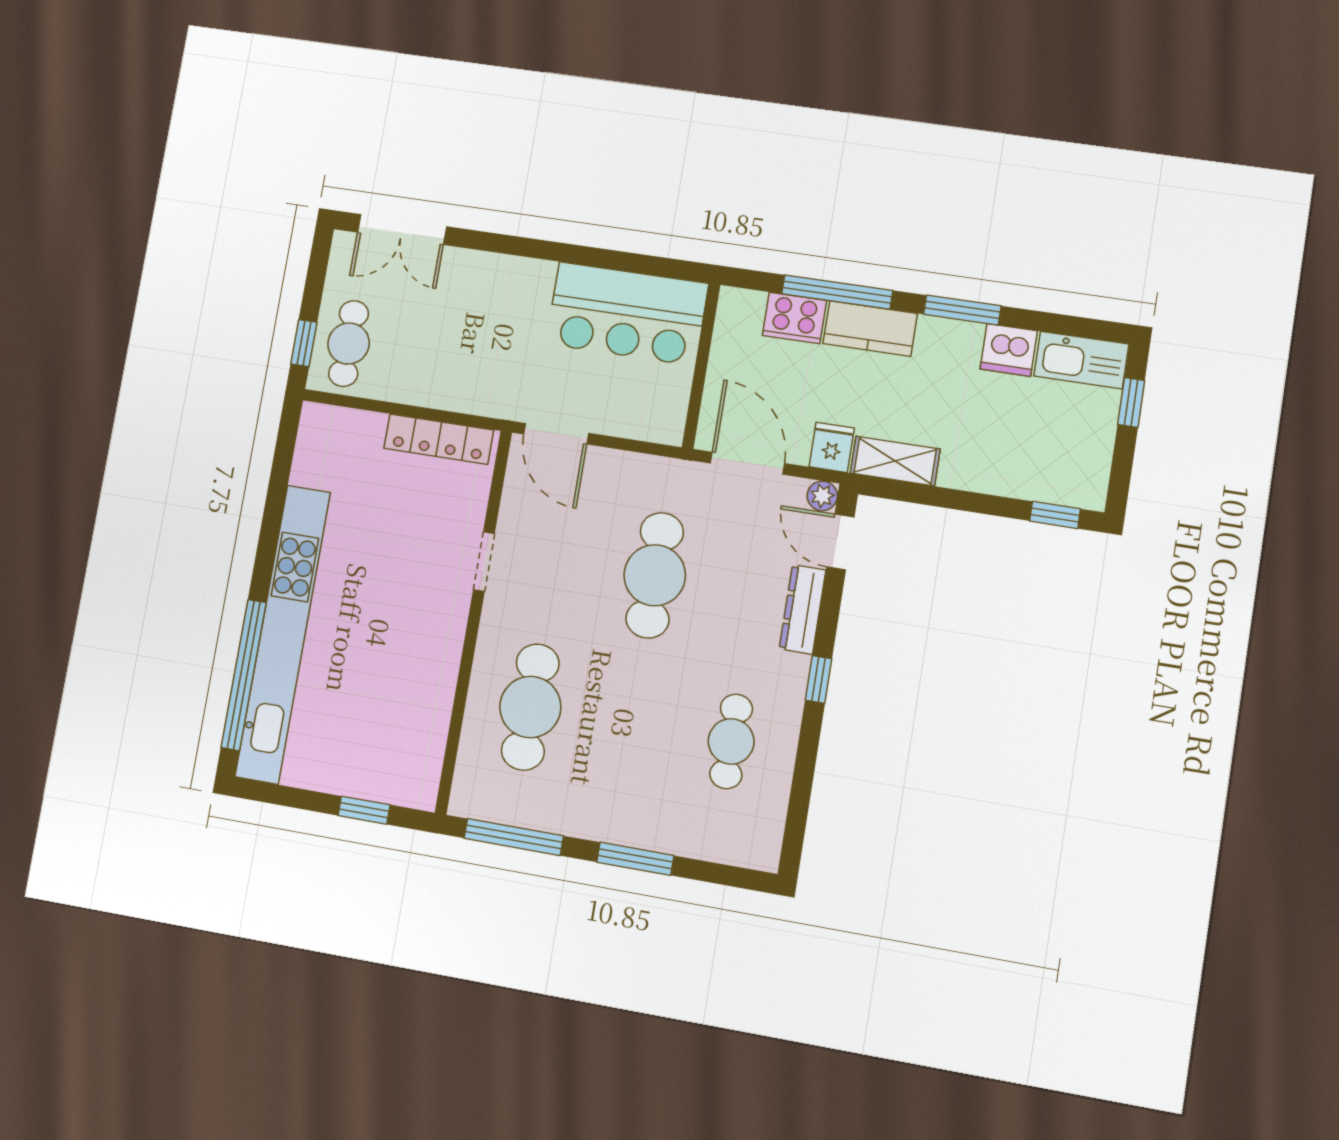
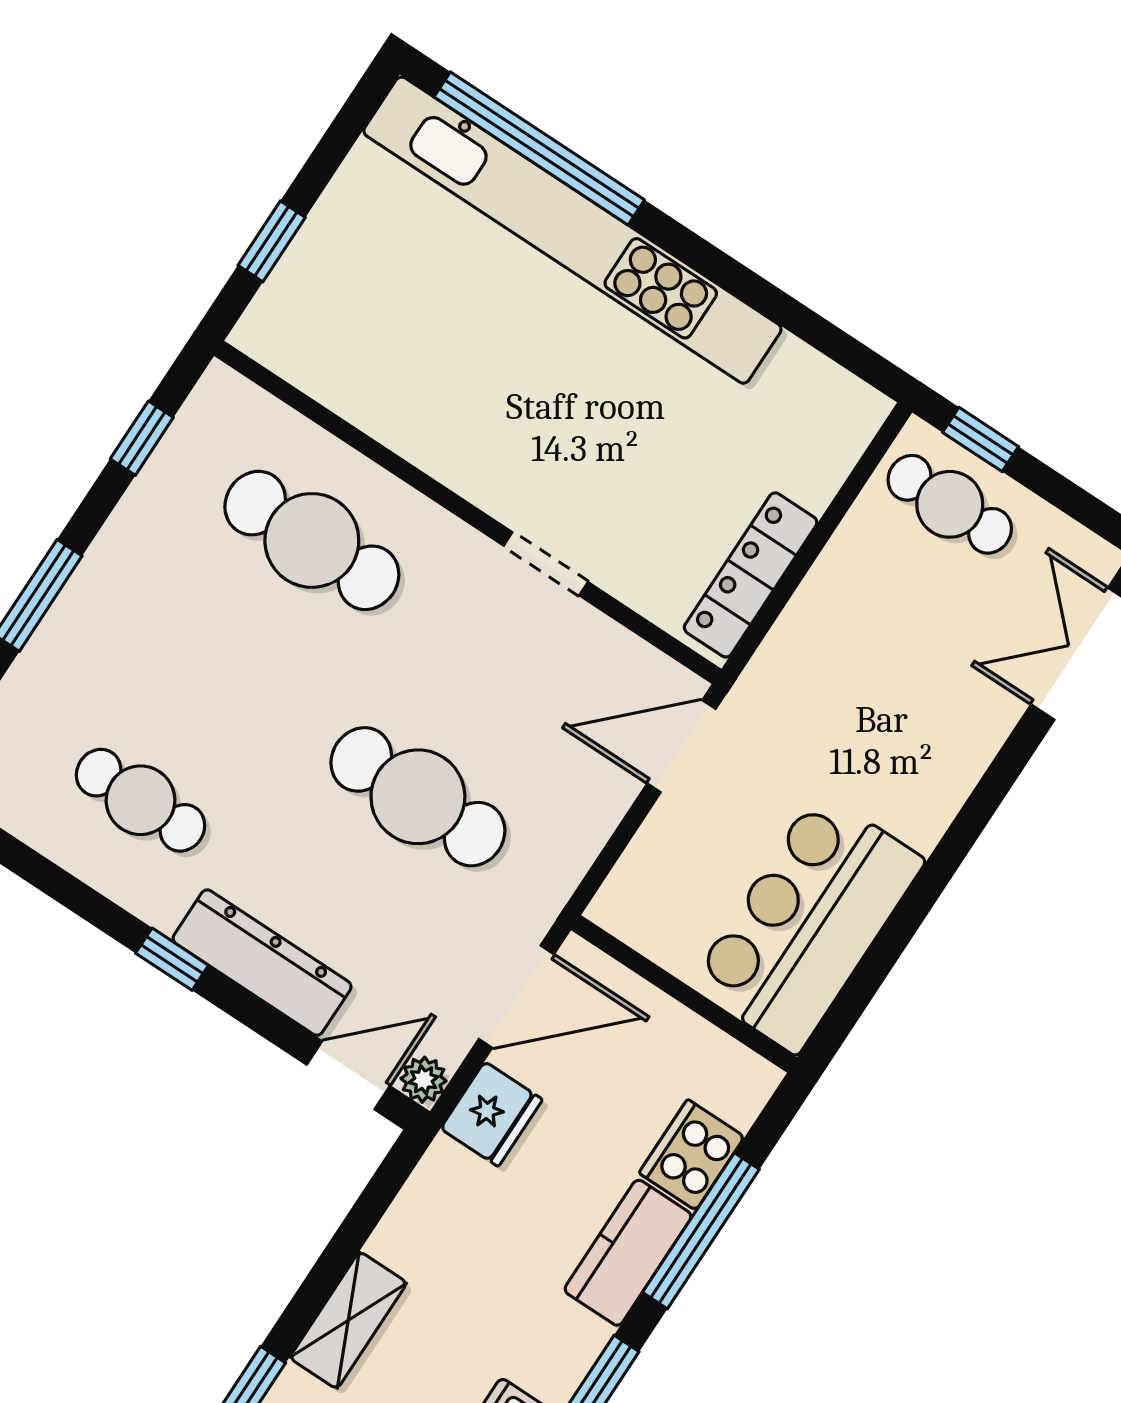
fridge: (832, 447) -> (492, 1114), width x1.38
shelving: (895, 461) -> (348, 1320), moved
dresser: (802, 609) -> (262, 963), width x1.37, depth x1.24
window: (514, 837) -> (142, 438), width x0.46

